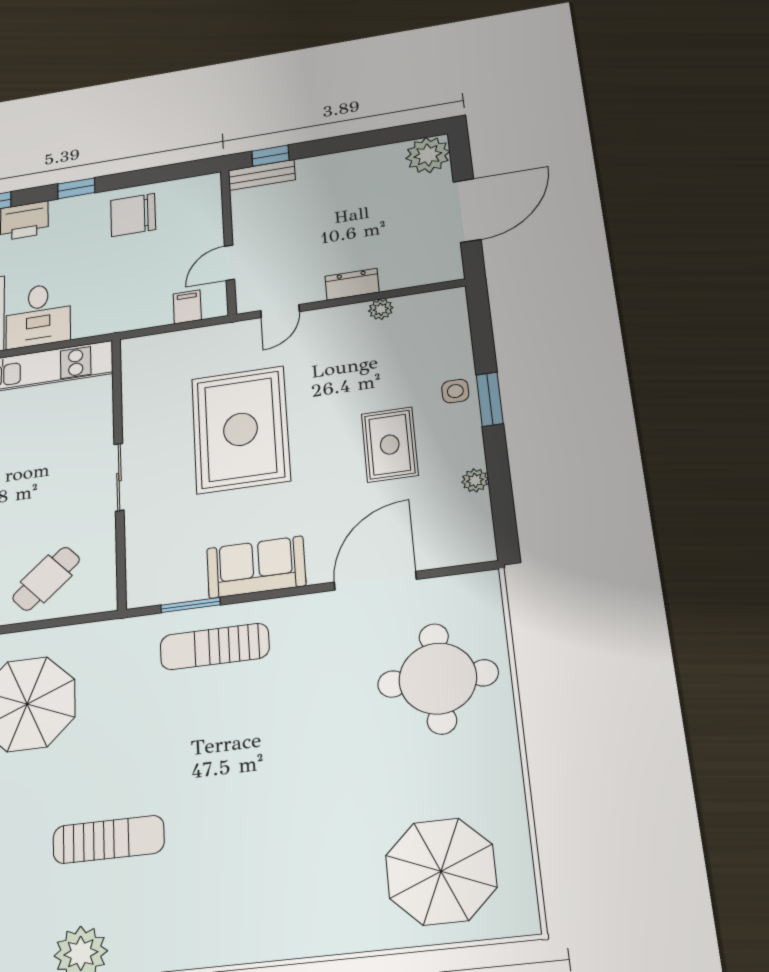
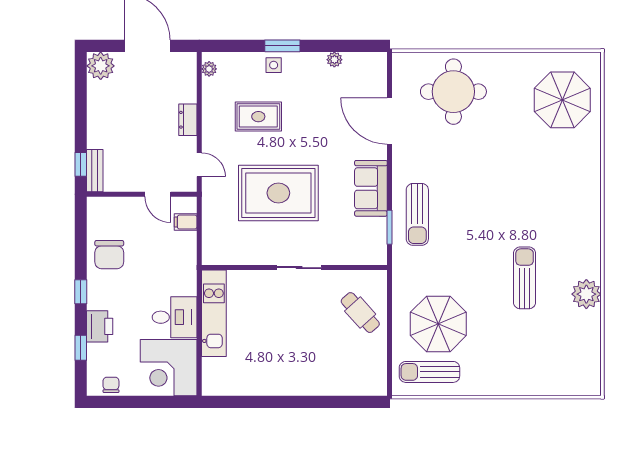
plant: (381, 309) -> (209, 69), moved
rug: (390, 445) -> (258, 117), moved

